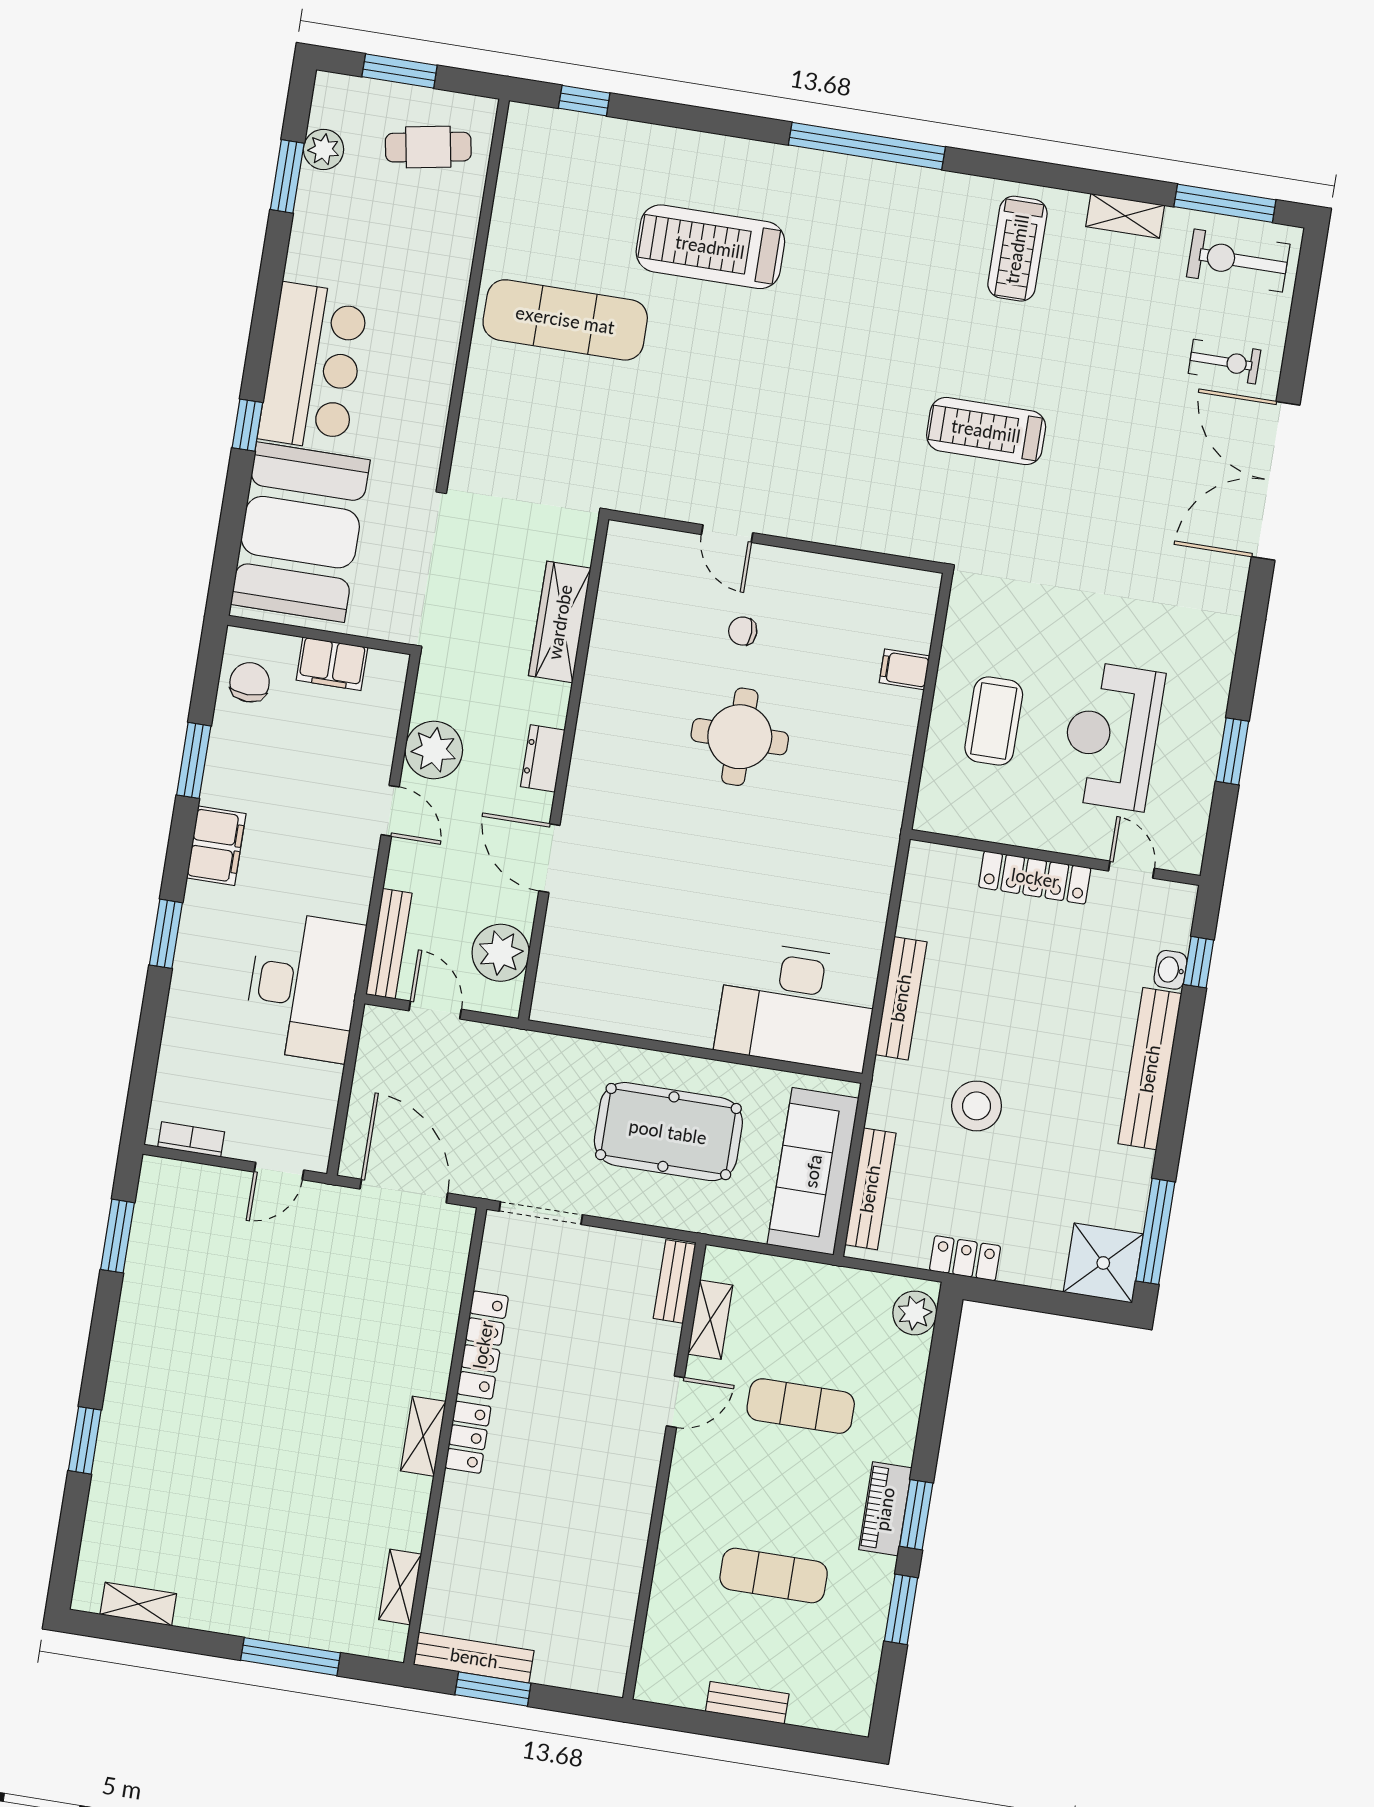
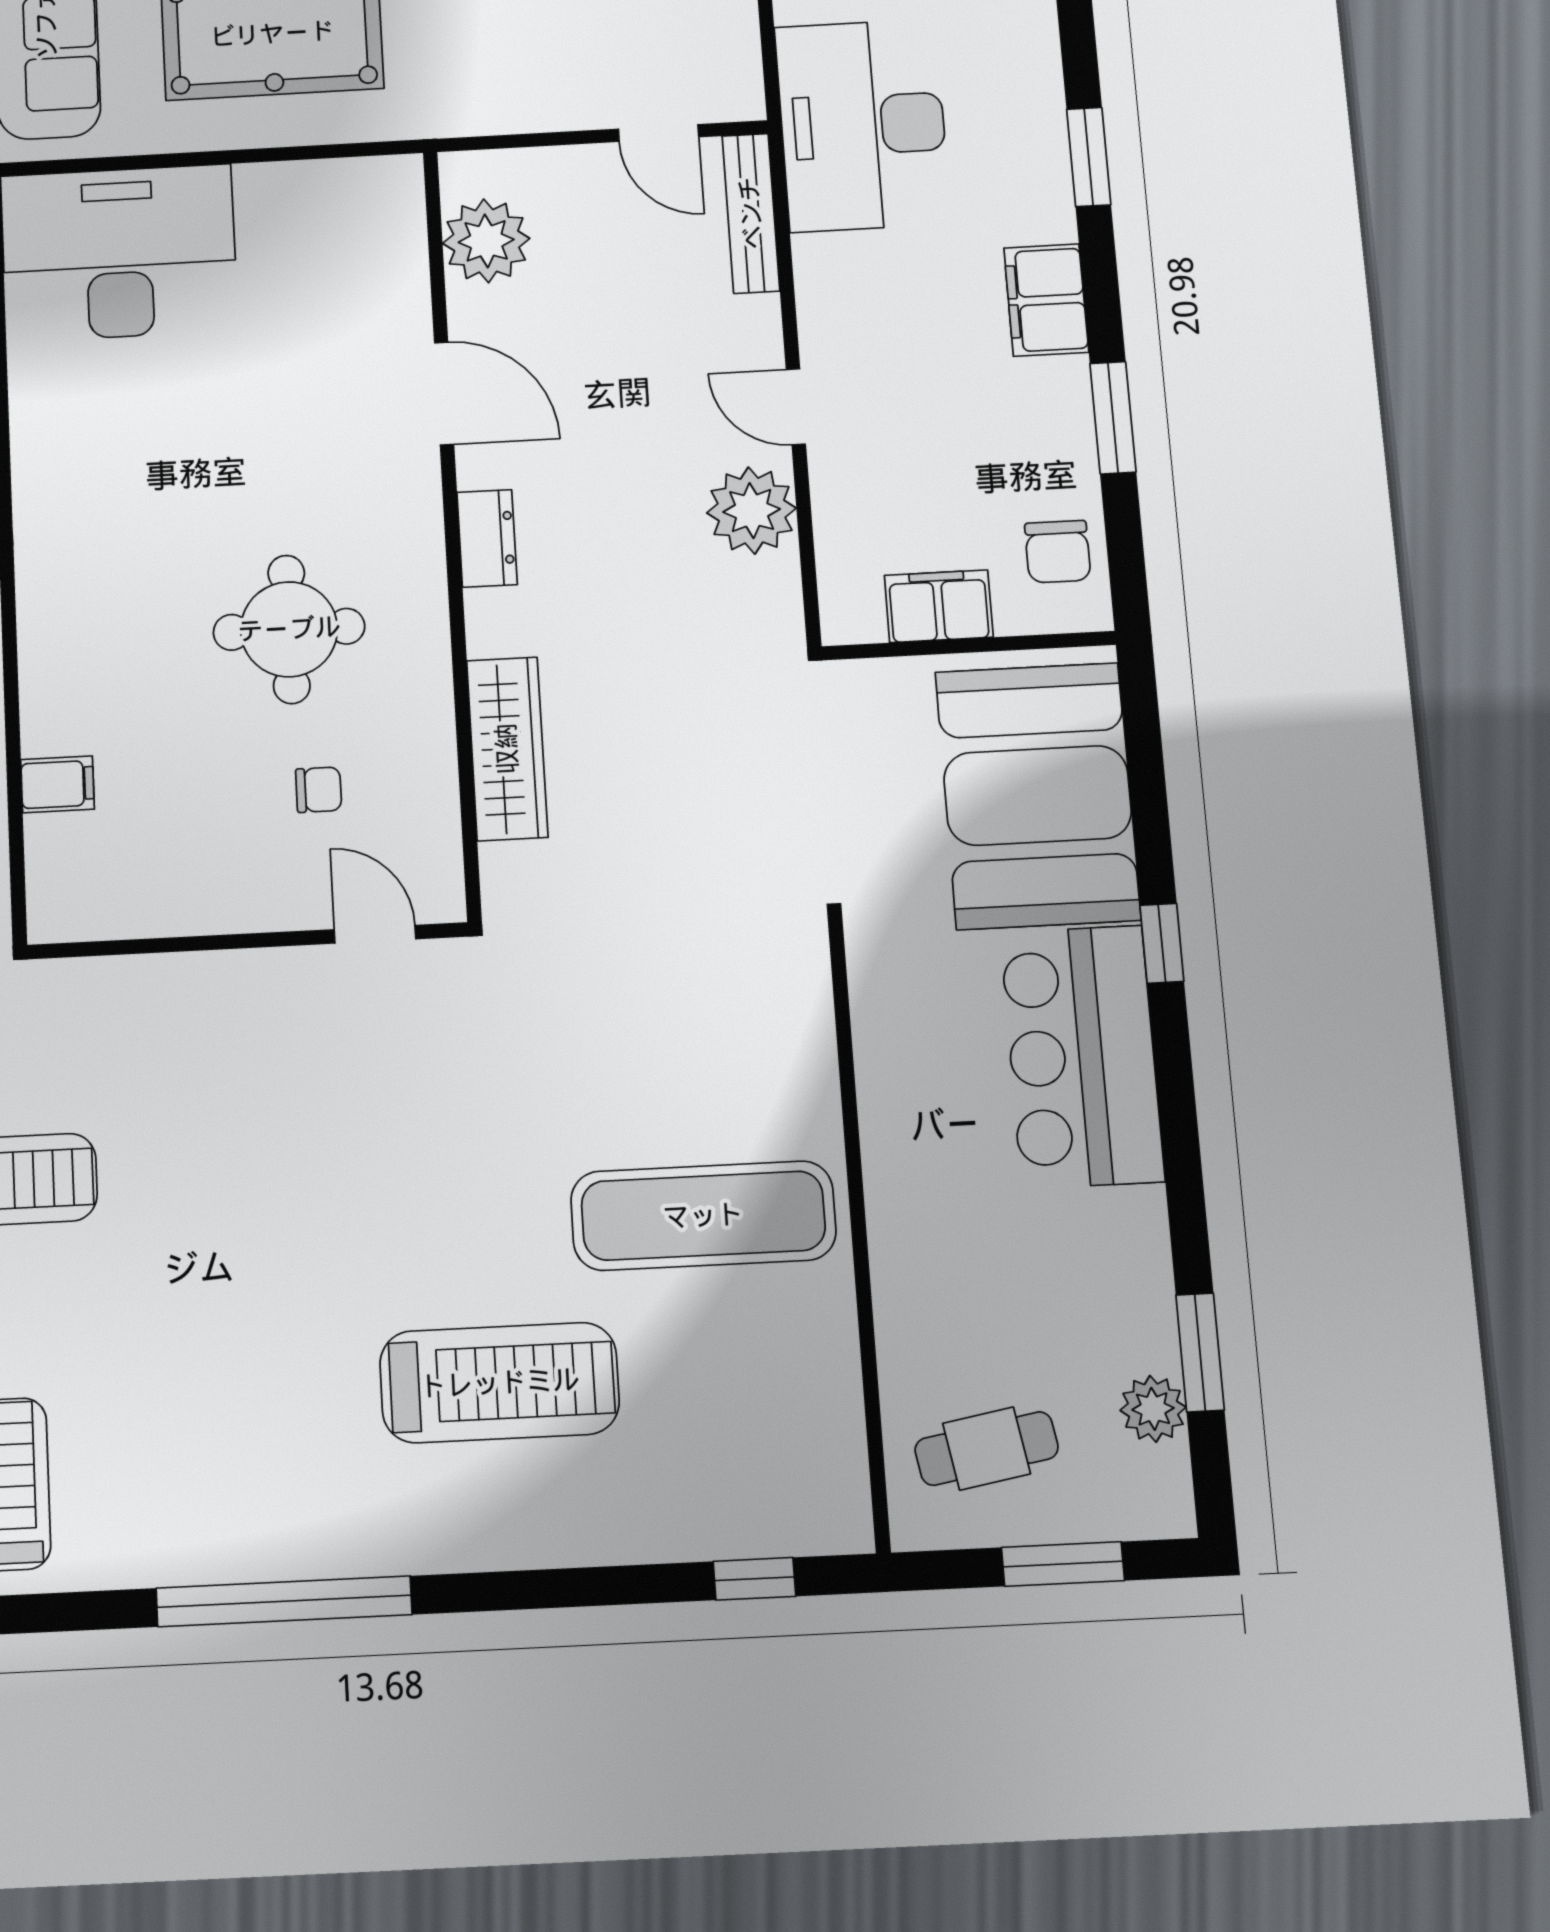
wardrobe: (560, 622) -> (507, 749), moved
dresser: (543, 758) -> (487, 538), moved
wall: (564, 769) -> (452, 529), moved
door: (549, 858) -> (444, 393), moved
plant: (501, 953) -> (486, 241), moved

